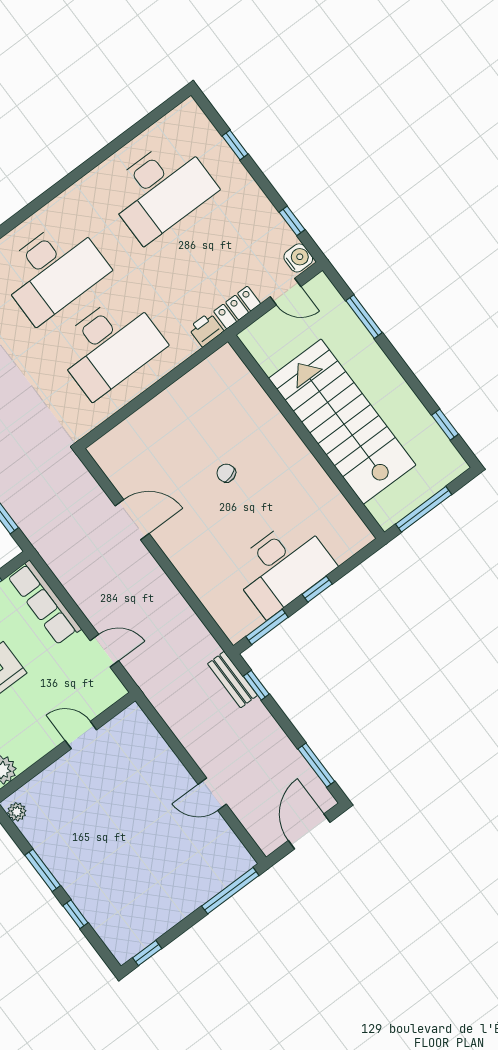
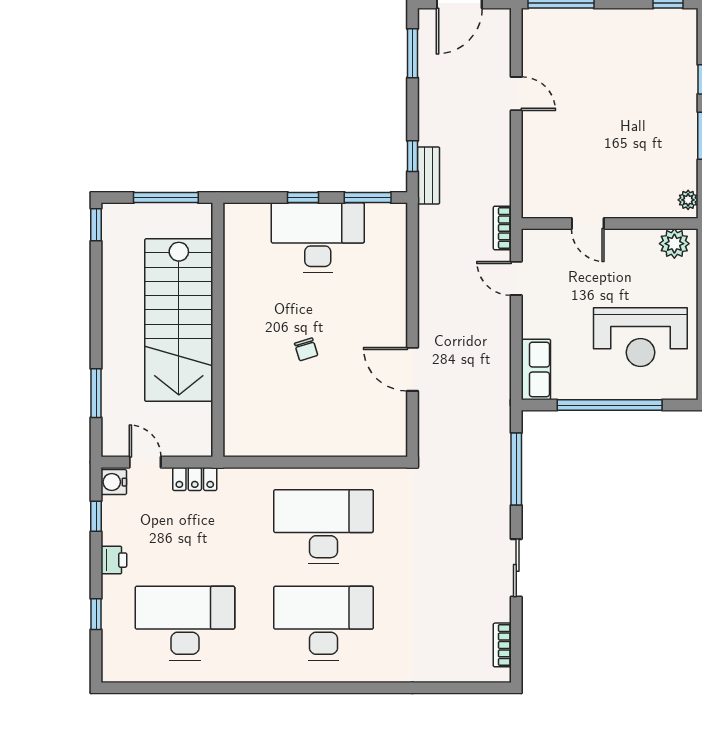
printer: (206, 330) -> (114, 560), moved, turned -90
window: (445, 425) -> (96, 225), moved
row of seats: (44, 603) -> (536, 369), width x0.68
bookcase: (145, 682) -> (502, 228), added

